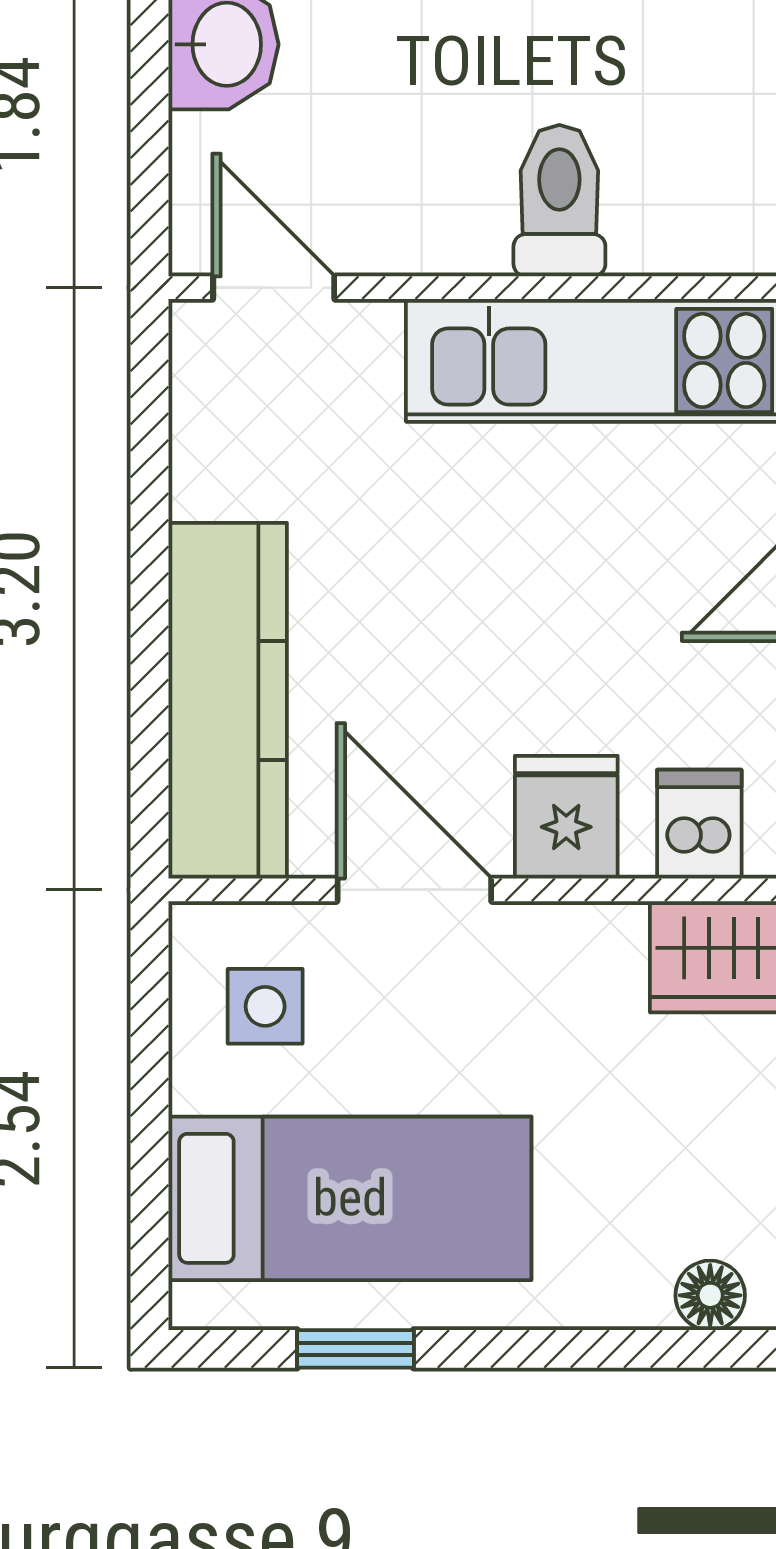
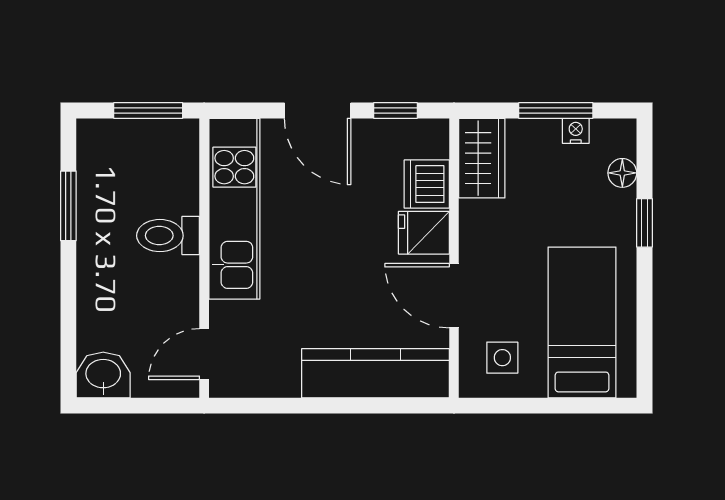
dishwasher: (699, 824) -> (427, 184), width x1.38
door: (414, 890) -> (454, 296), hinge flipped
window: (355, 1349) -> (644, 223), moved

